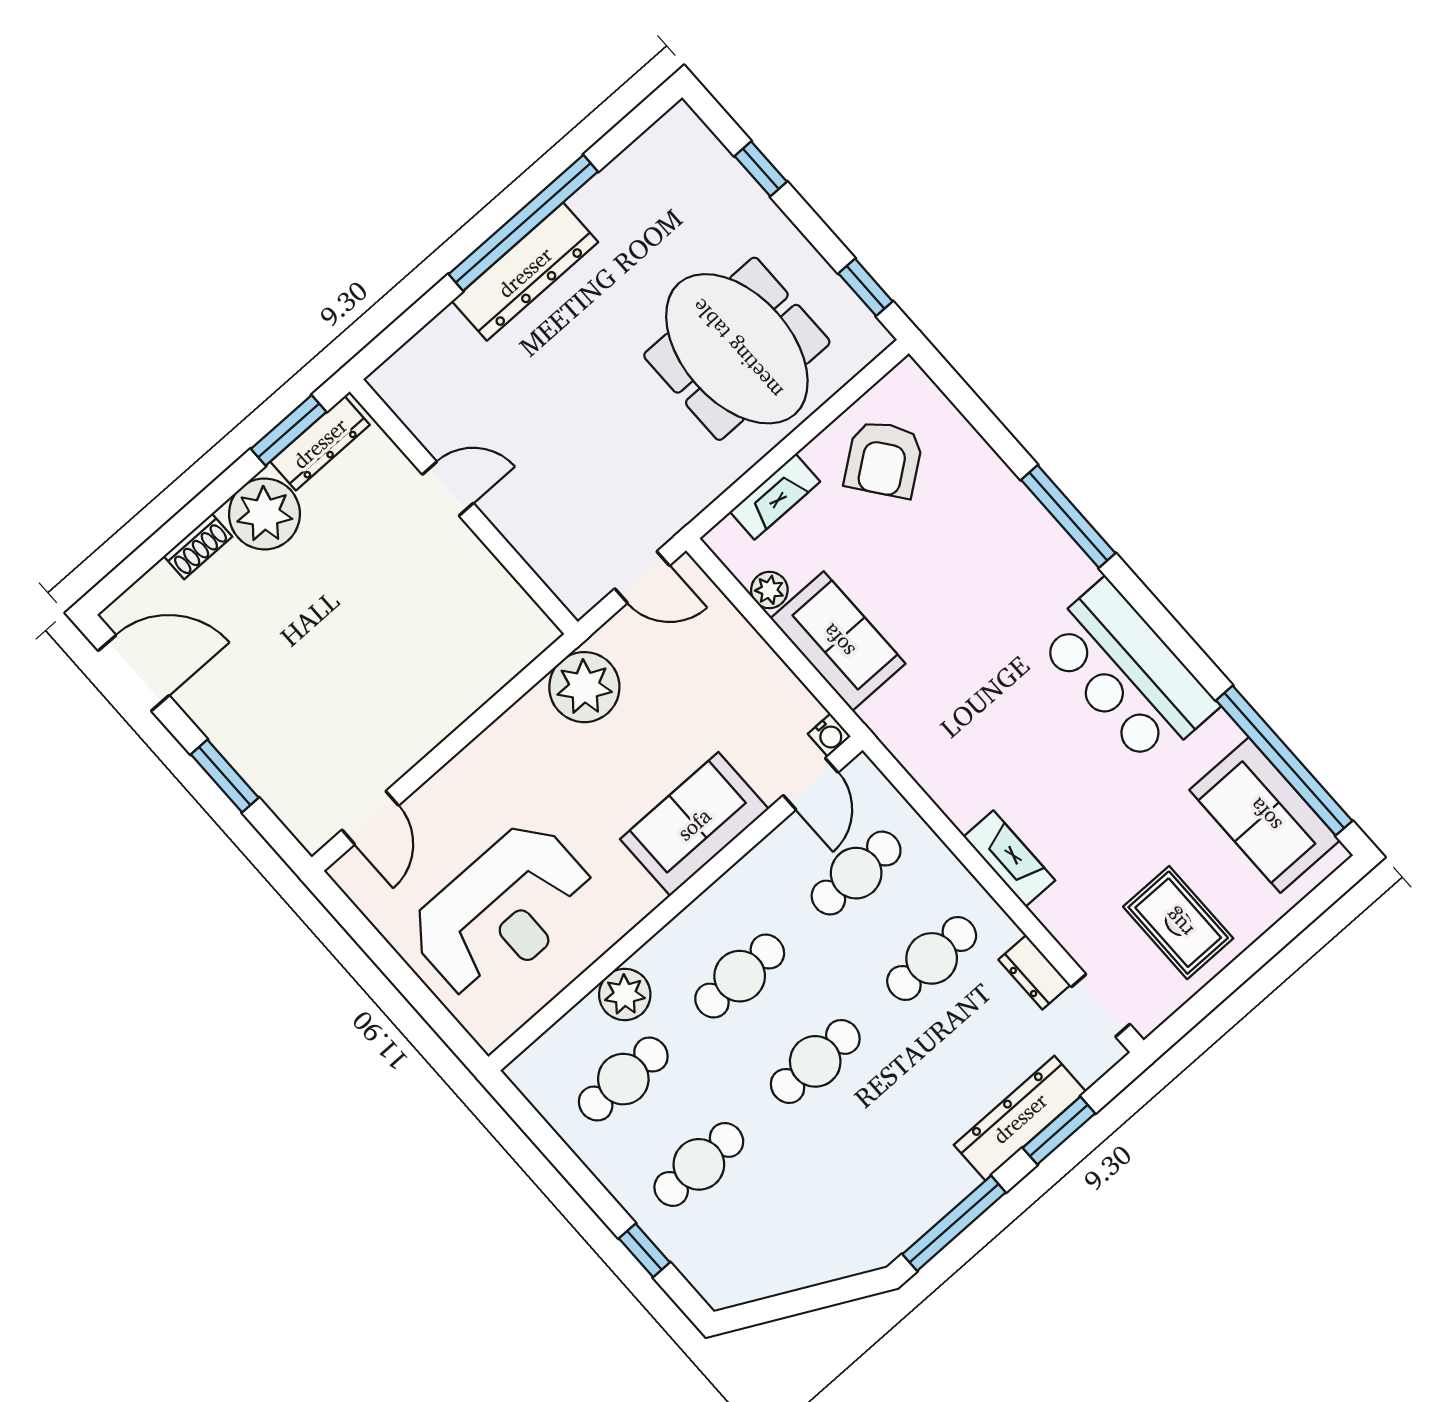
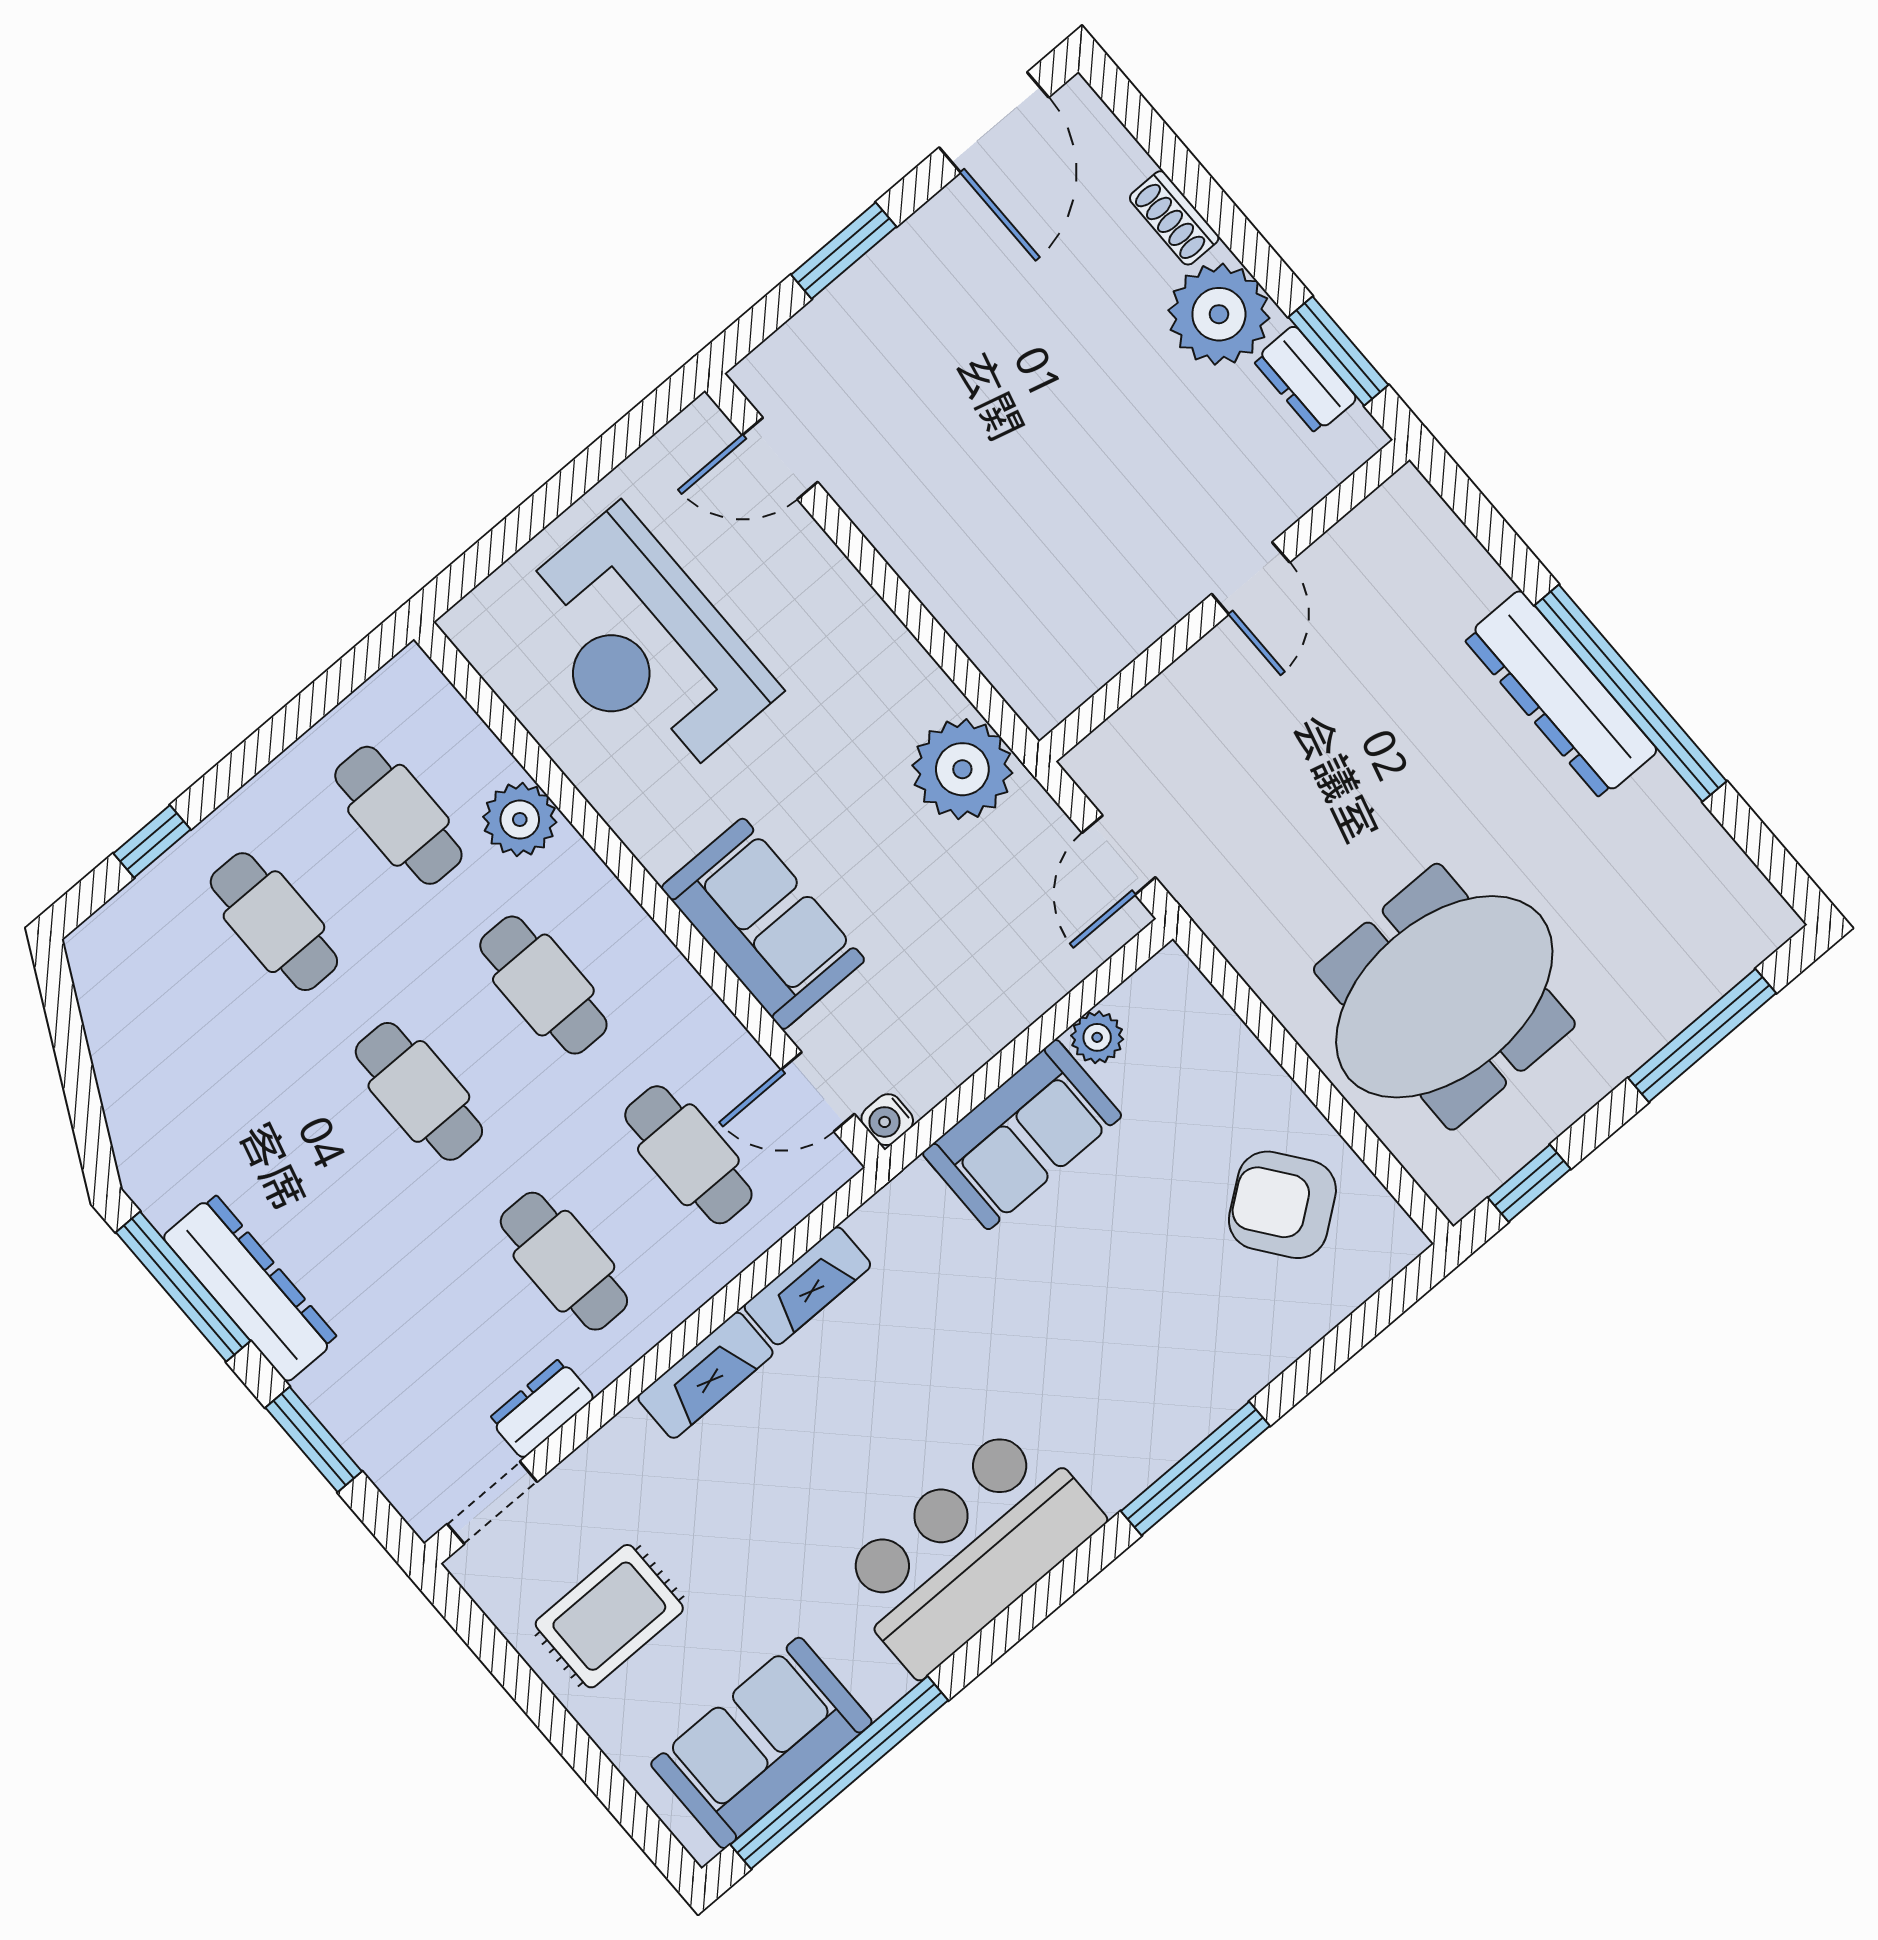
window: (761, 169) -> (1702, 1036), width x2.17
dresser: (320, 443) -> (1305, 379), width x0.70
fireplace: (775, 497) -> (807, 1286), moved, turned -90
dresser: (1020, 1118) -> (250, 1288), moved

